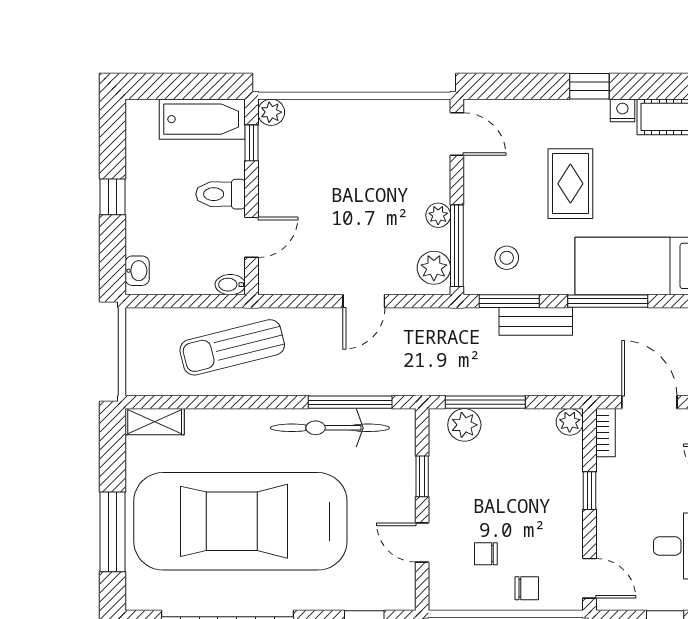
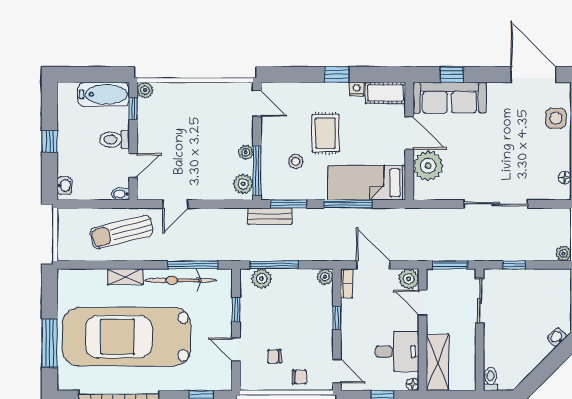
stool: (507, 258) -> (296, 161), moved
door: (364, 301) -> (175, 204), moved
bench: (536, 321) -> (270, 216), moved
shelving: (155, 422) -> (125, 277), moved

